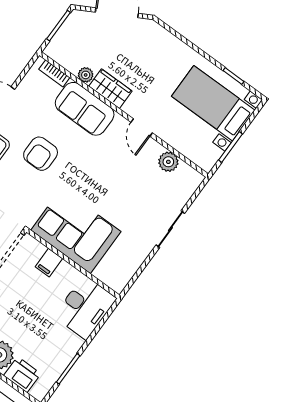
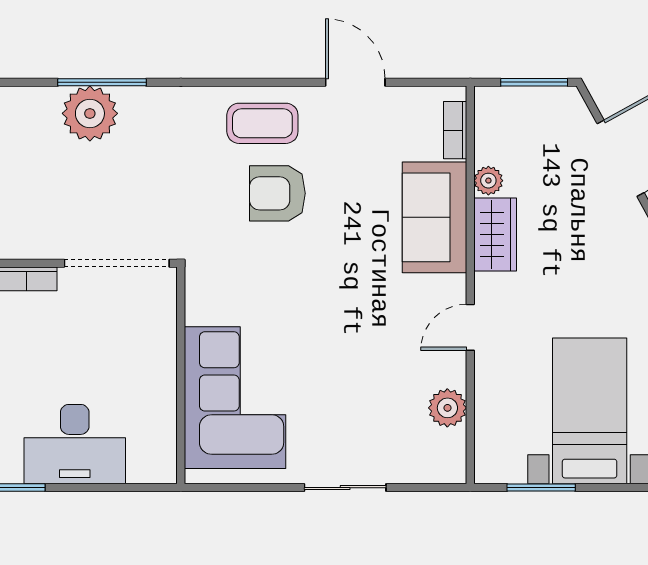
armchair: (41, 154) -> (277, 193), moved
corner sofa: (76, 231) -> (235, 398), moved
filing cabinet: (49, 263) -> (155, 337), removed
desk: (85, 307) -> (75, 444), moved

